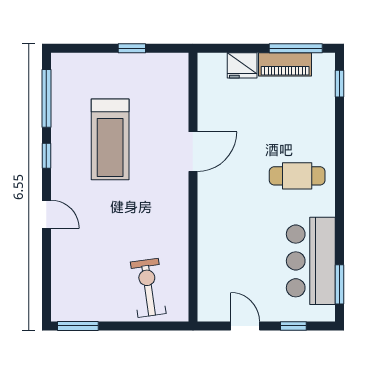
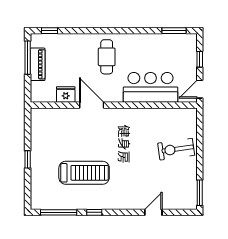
fridge: (242, 65) -> (66, 95), moved, turned -90
door: (193, 152) -> (92, 105), moved
wall: (193, 187) -> (114, 105), moved
door: (46, 214) -> (153, 212), moved
bar counter: (311, 261) -> (151, 87), moved, turned 180

